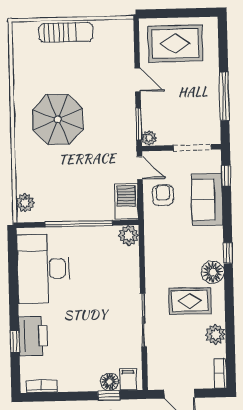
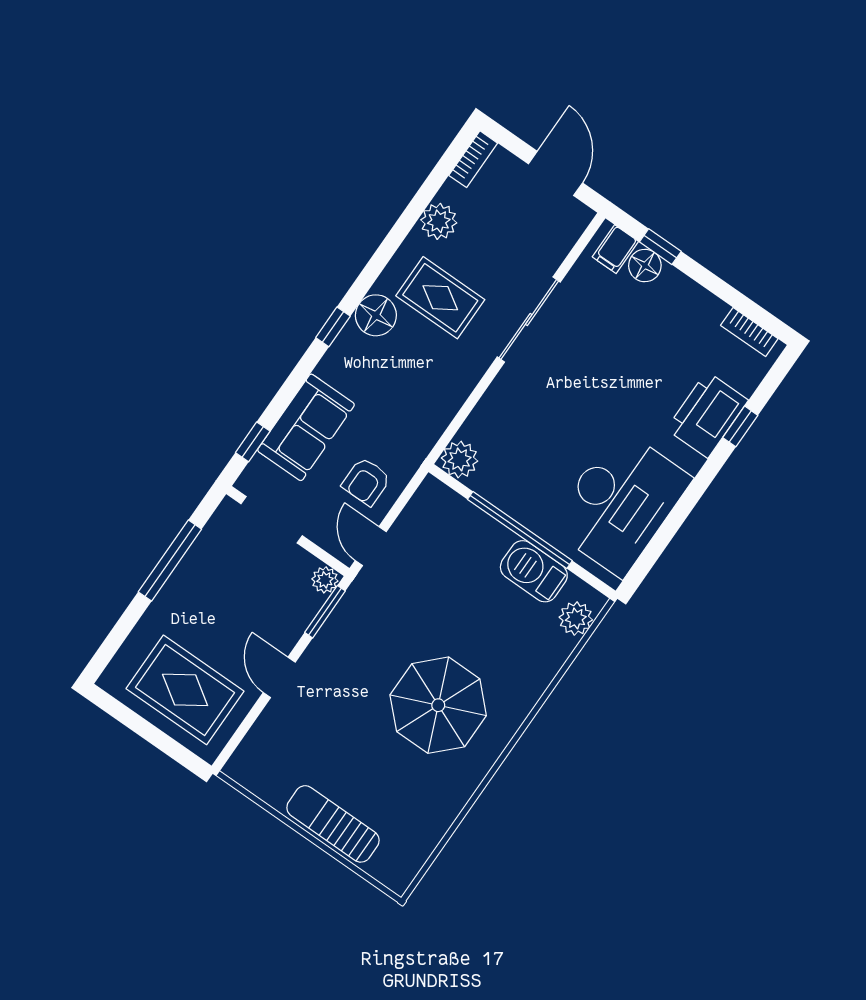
barbecue: (126, 201) -> (534, 571), moved, turned 90

